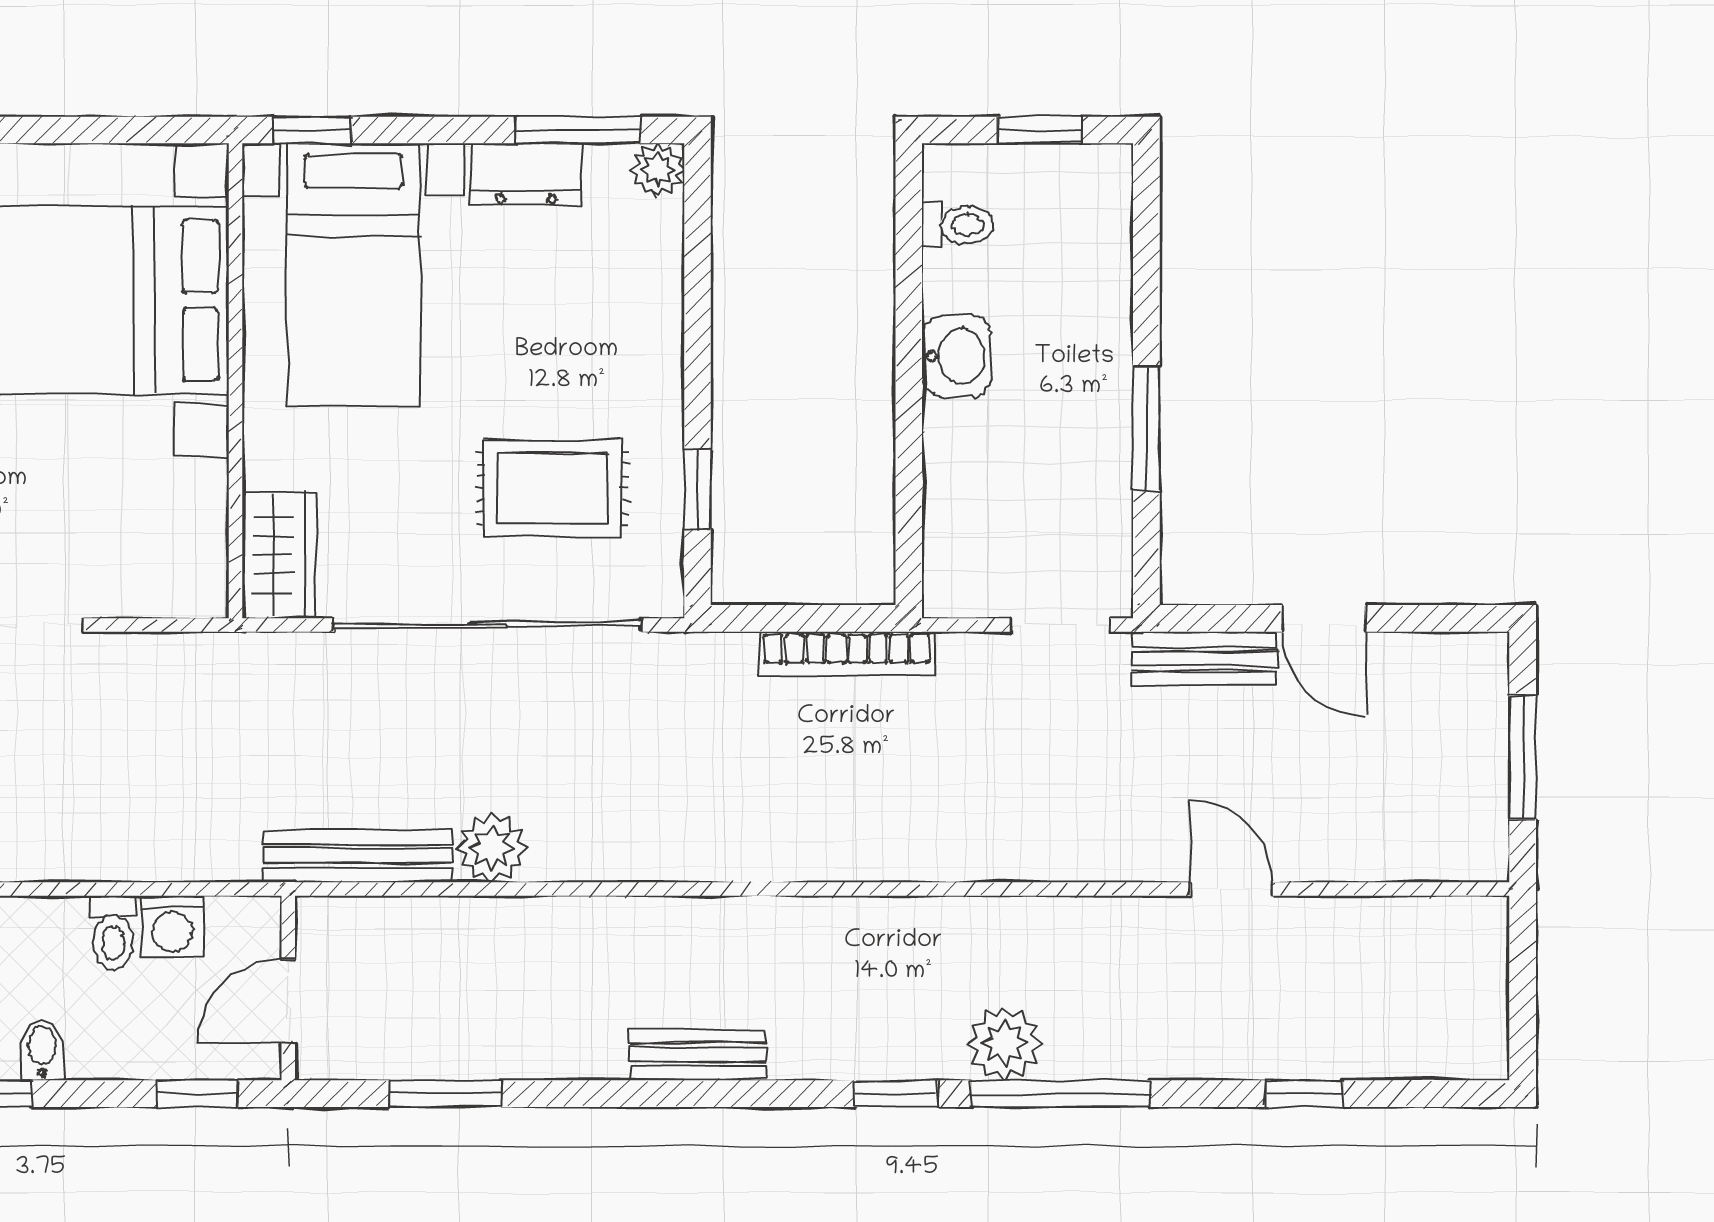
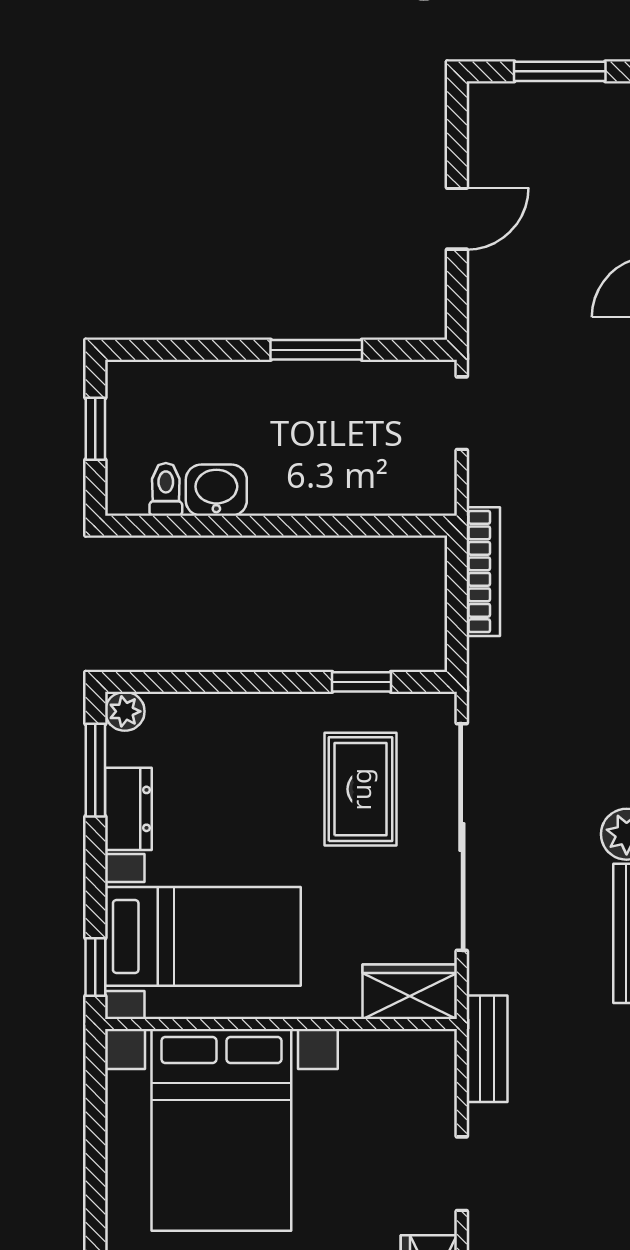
washbasin: (957, 356) -> (216, 490), moved
bench: (1204, 659) -> (487, 1049), moved

